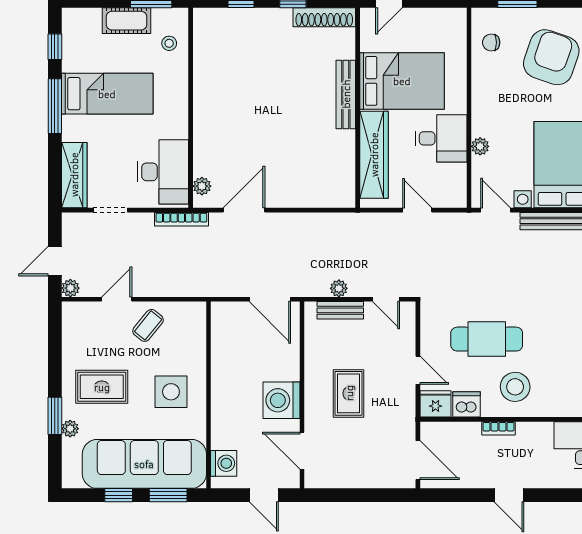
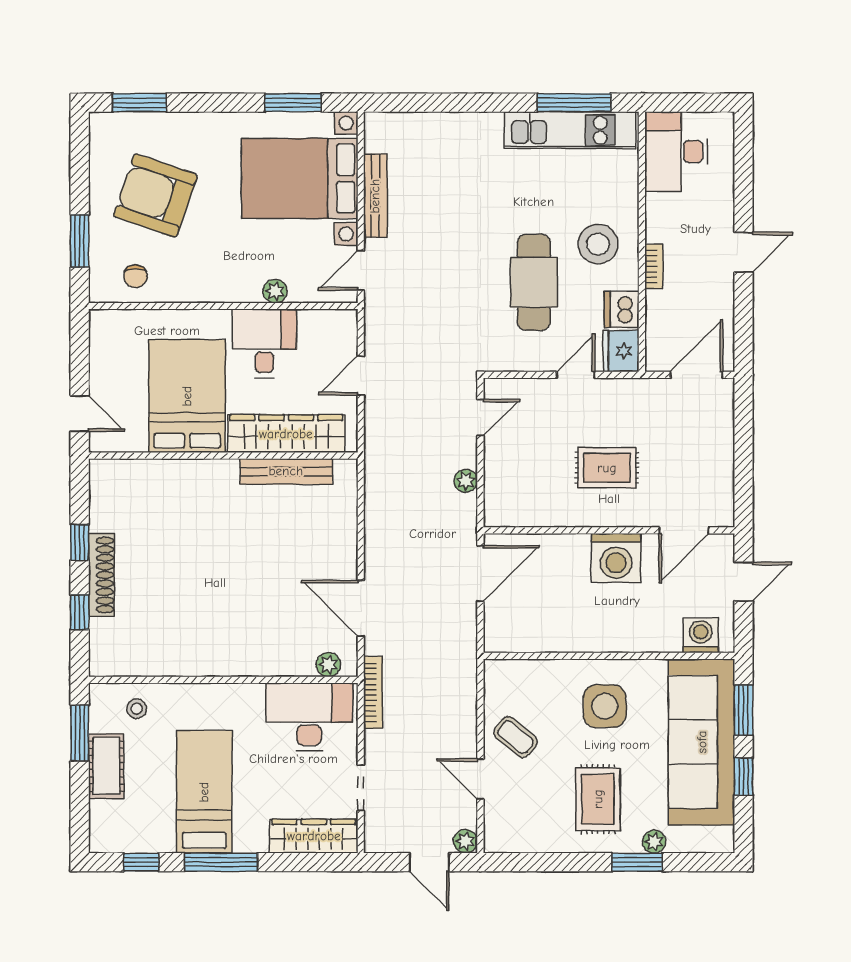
shoe rack: (324, 17) -> (102, 575), moved
bench: (346, 94) -> (286, 471), moved
bench: (340, 310) -> (495, 479), removed

